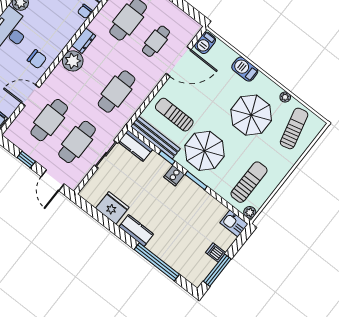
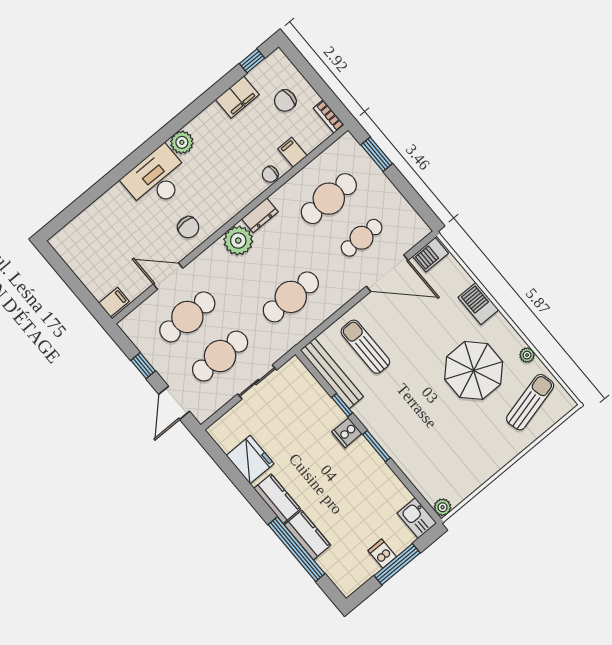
kitchen counter: (135, 146) -> (307, 535), moved, turned 180
parasol: (205, 151) -> (397, 407), removed
sun lounger: (249, 182) -> (450, 464), removed
window: (217, 270) -> (397, 564), moved

